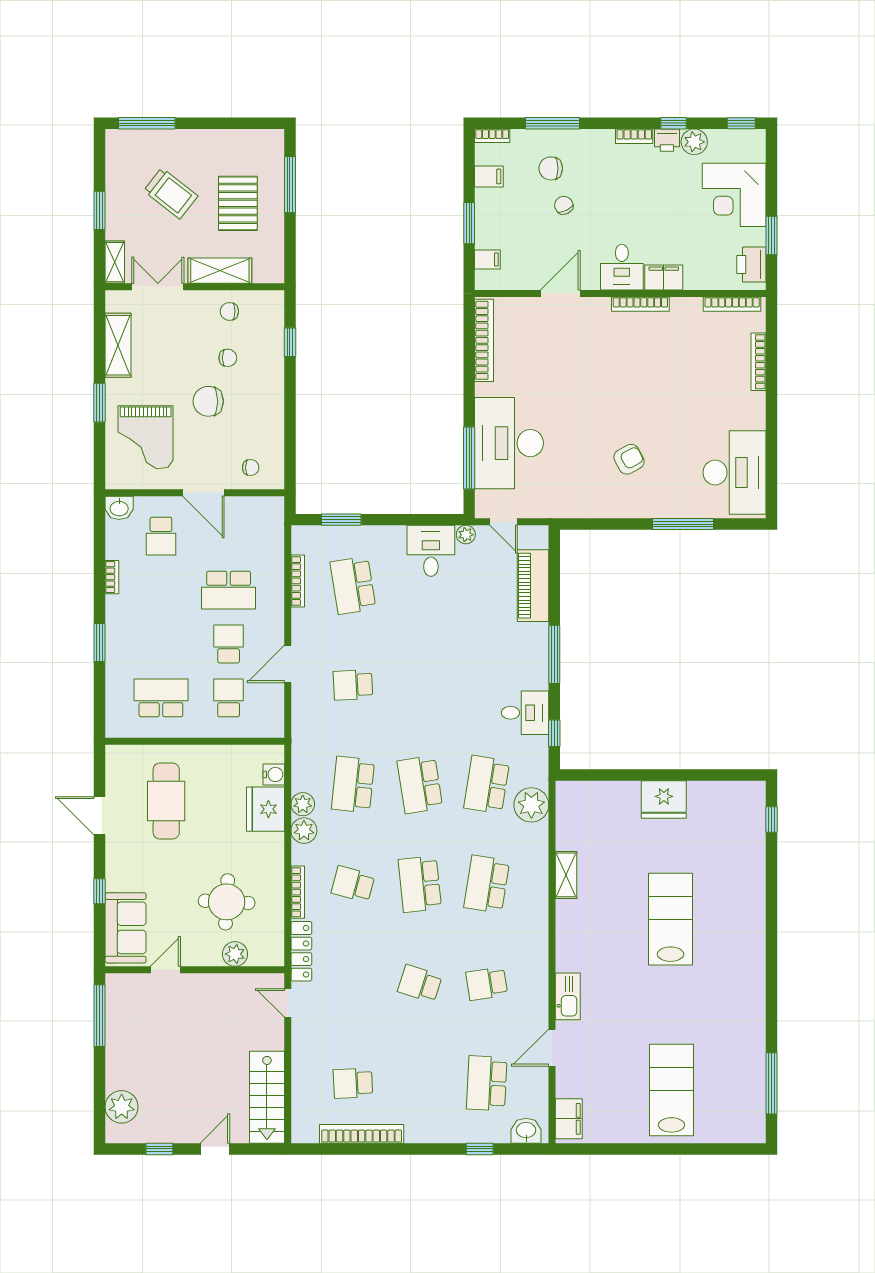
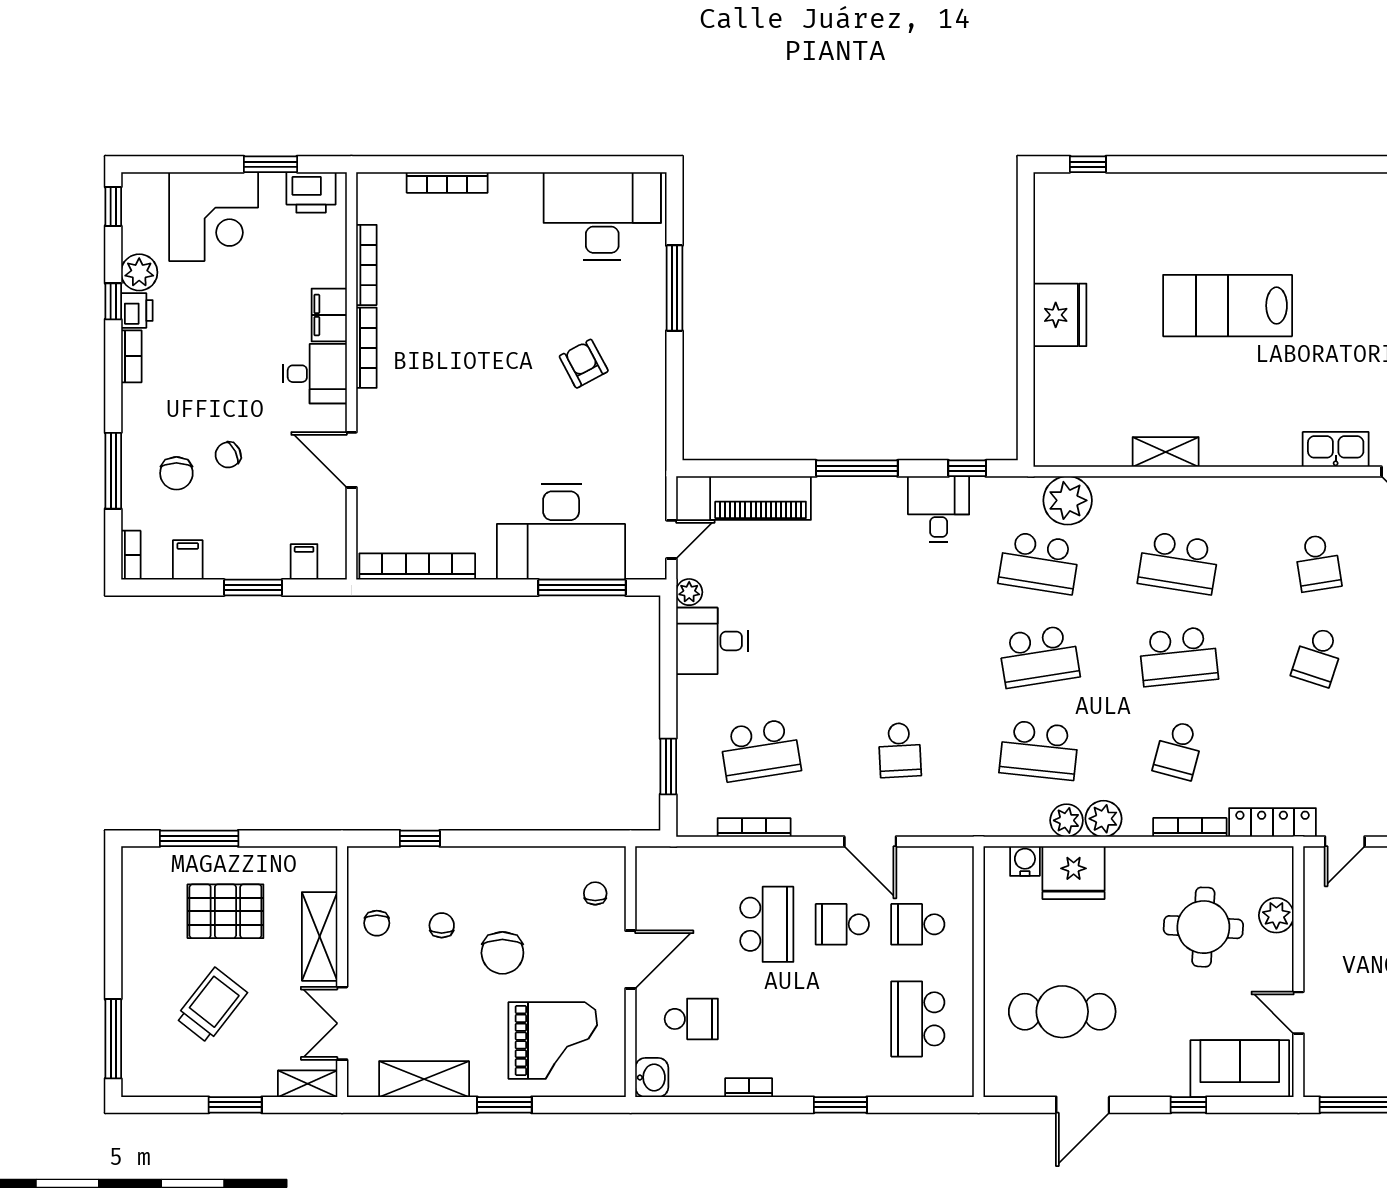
bookcase: (732, 304) -> (366, 265), moved

